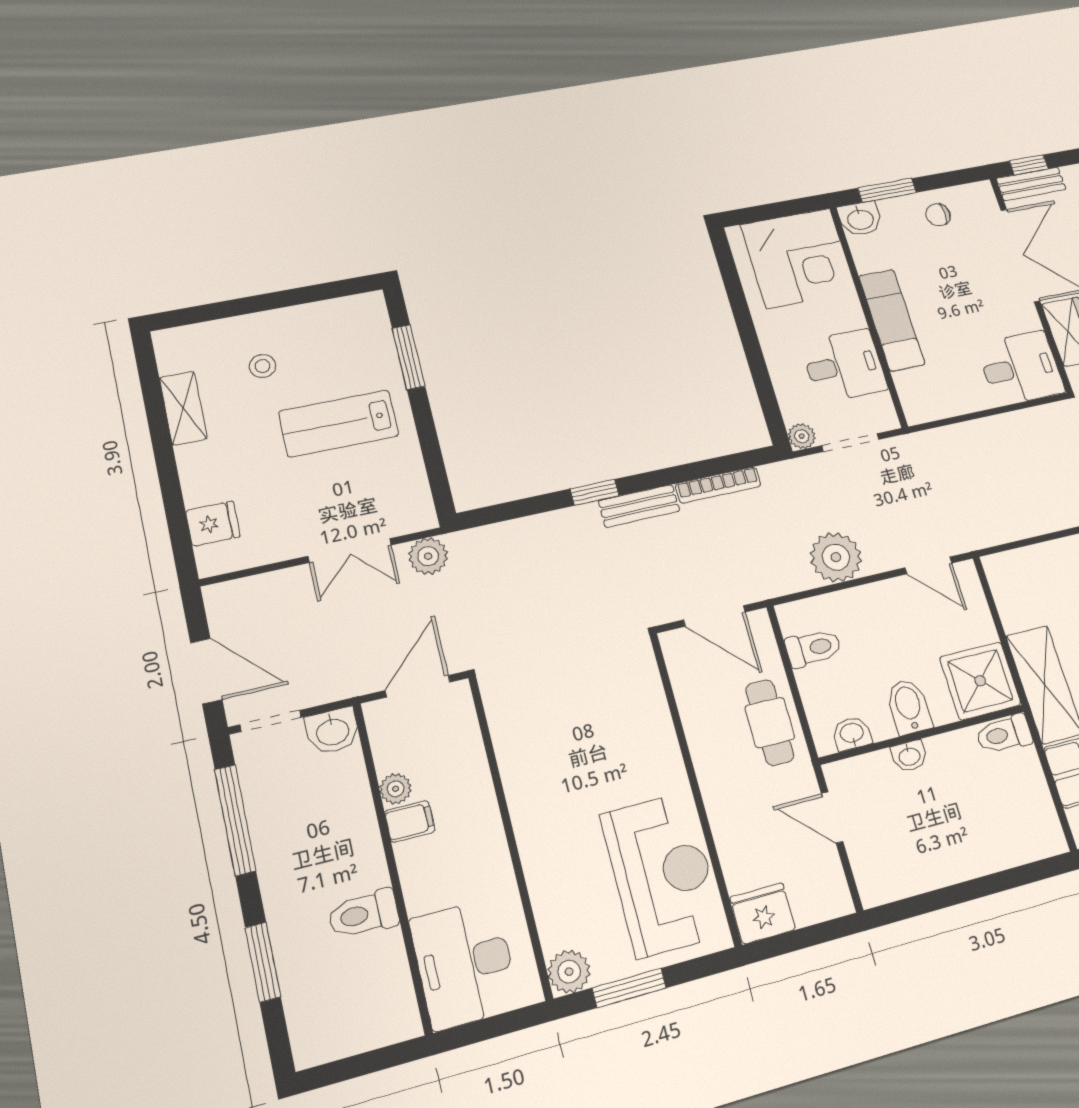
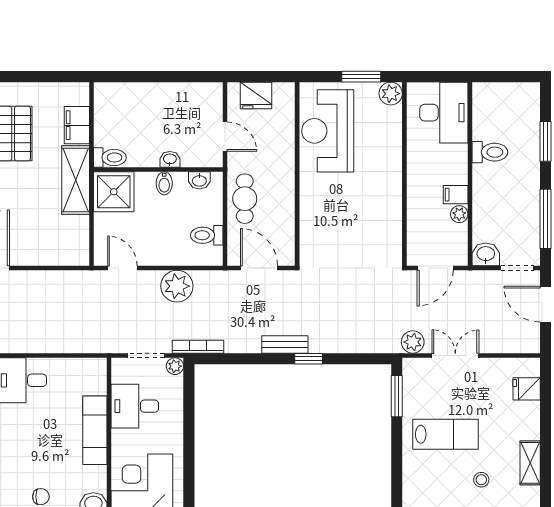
window: (409, 357) -> (397, 396), moved
bookcase: (718, 485) -> (198, 347), moved
bidet: (909, 706) -> (164, 183), width x0.72, depth x0.74
fridge: (763, 913) -> (256, 95), moved

